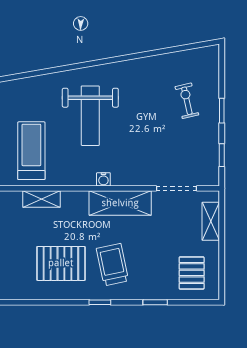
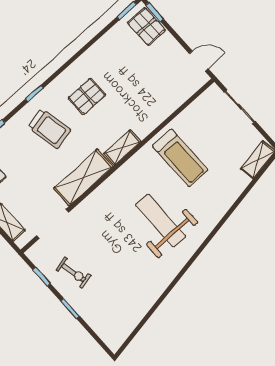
exercise bike: (187, 101) -> (74, 273), moved
water cooler: (103, 179) -> (110, 184), removed
shelving: (41, 199) -> (122, 148), moved
pallet: (61, 263) -> (87, 96), width x0.67, depth x0.71

